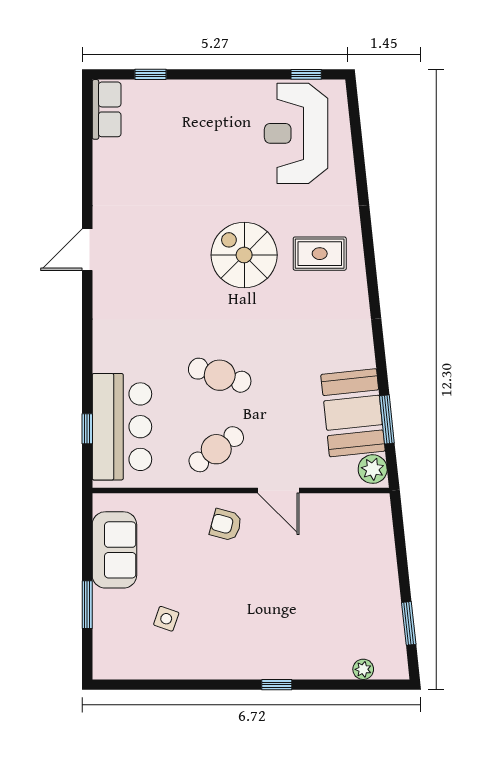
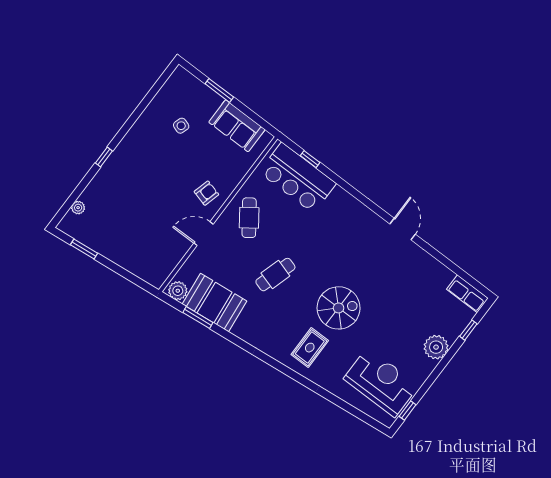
plant: (202, 98) -> (436, 347), added
cafe table: (220, 375) -> (275, 275), moved

